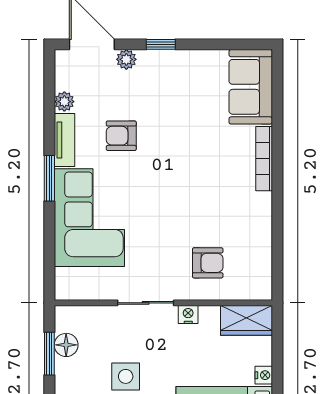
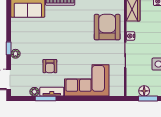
plant: (126, 59) -> (15, 54), moved
window: (49, 178) -> (46, 98), moved
armchair: (208, 263) -> (107, 27), width x1.88, depth x1.88

